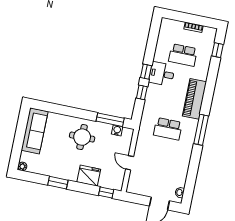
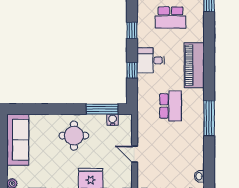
window: (146, 72) -> (132, 30), moved
desk: (162, 74) -> (151, 60), moved
school desk: (168, 129) -> (171, 106), turned -90
window: (201, 130) -> (209, 118), moved

